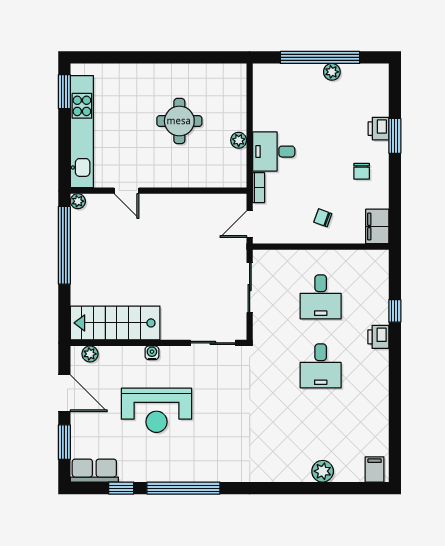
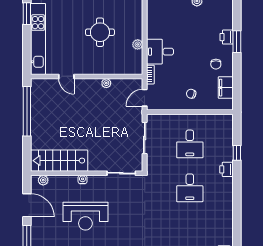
plant: (78, 201) -> (106, 83), moved
filing cabinet: (377, 226) -> (226, 88), moved

